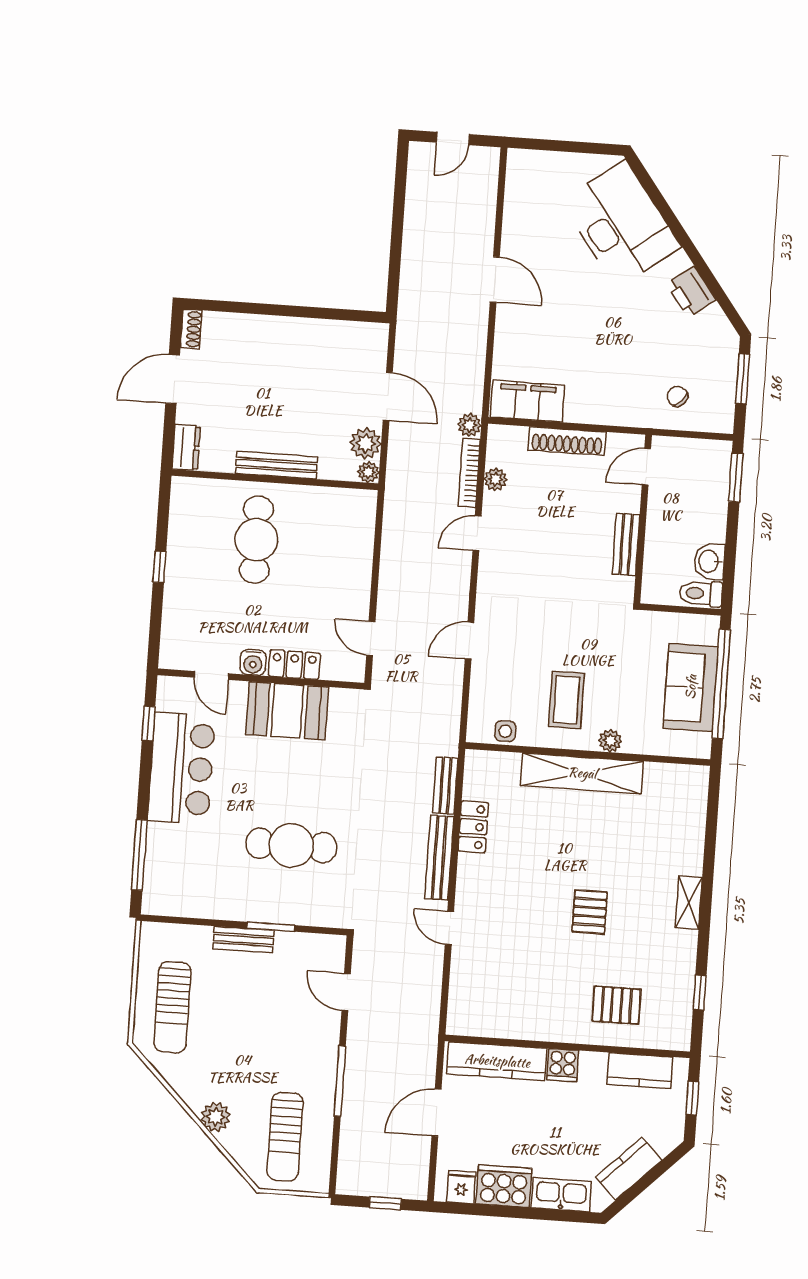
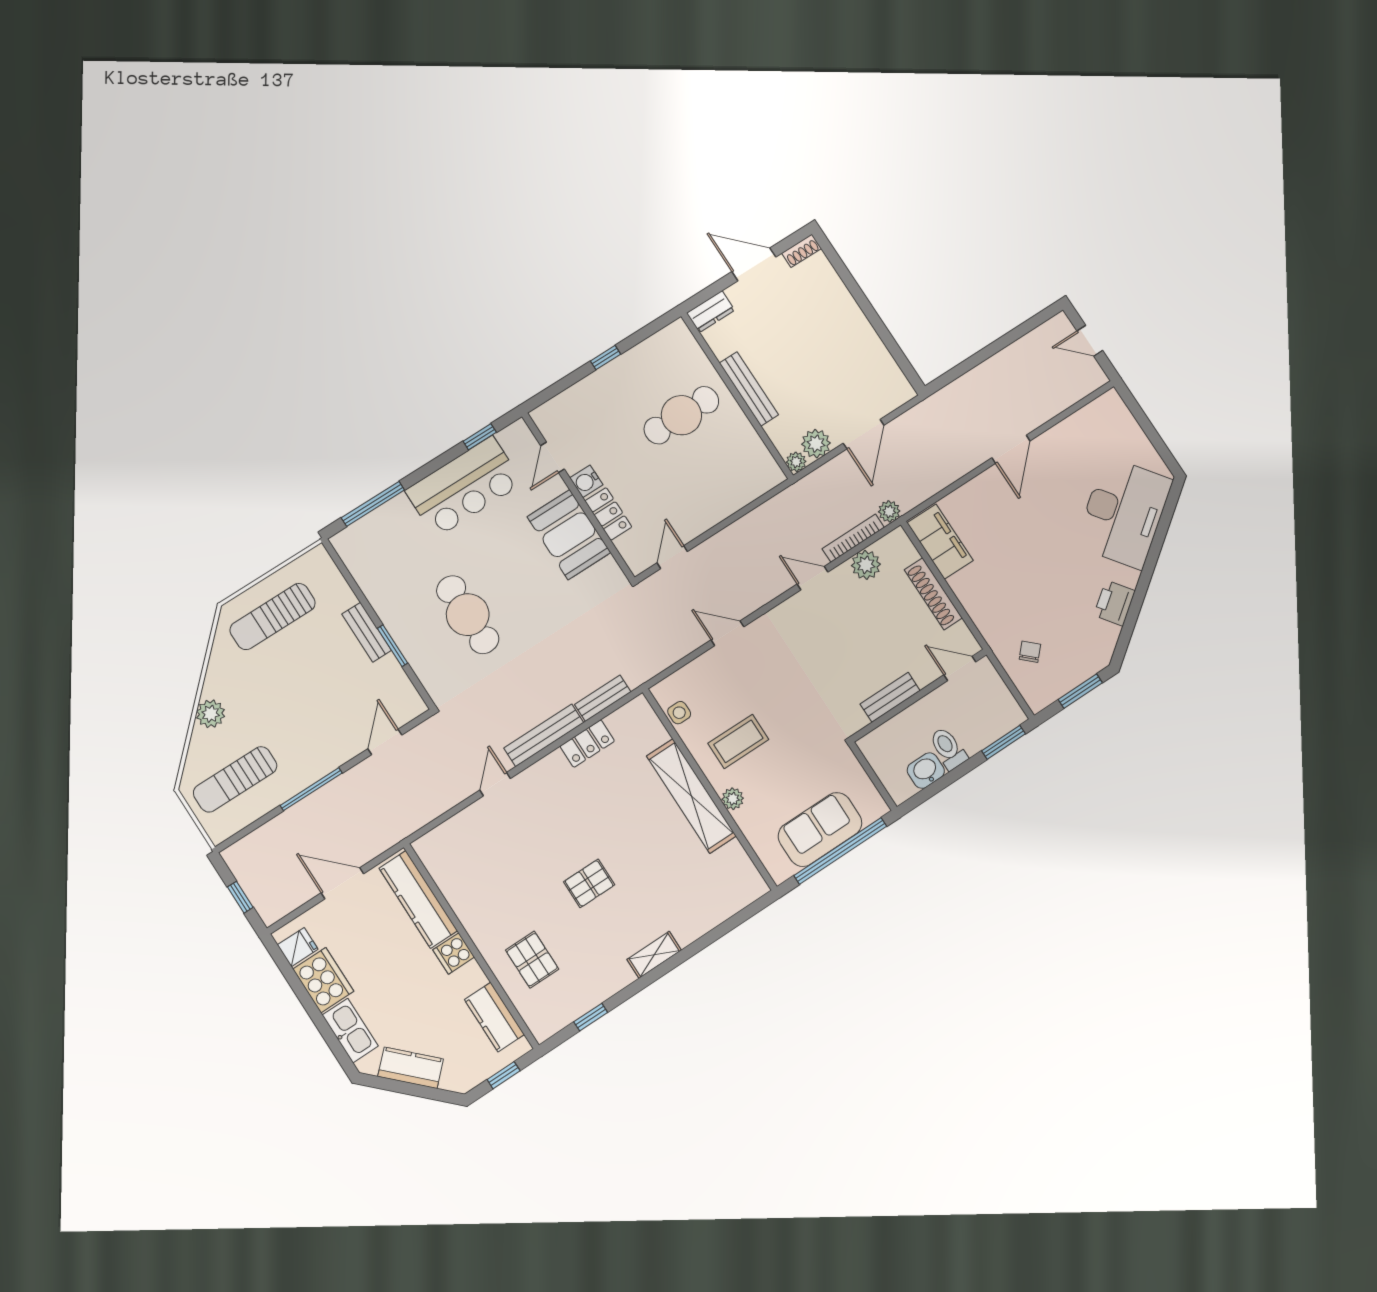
plant: (496, 479) -> (866, 565), width x1.38, depth x1.38
toilet: (701, 594) -> (948, 748), moved

